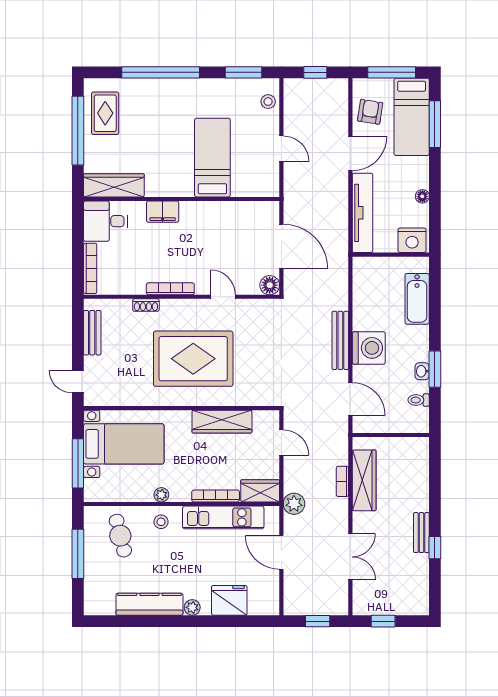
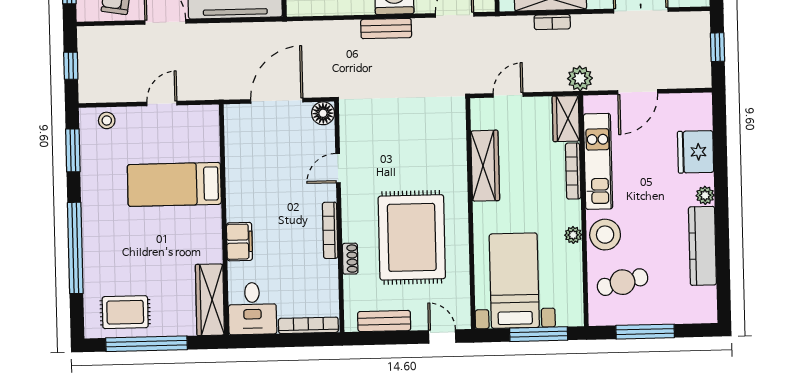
bench: (340, 340) -> (386, 28), width x0.73
rug: (193, 359) -> (412, 237), moved
door: (78, 382) -> (442, 337), swing flipped
stool: (161, 522) -> (605, 235), width x1.89, depth x1.89

